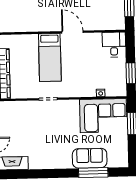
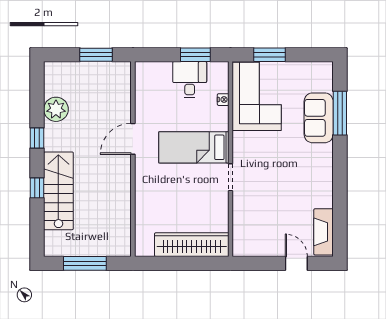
desk: (114, 45) -> (190, 80), moved, turned 90
bed: (50, 57) -> (194, 147), moved, turned 180

